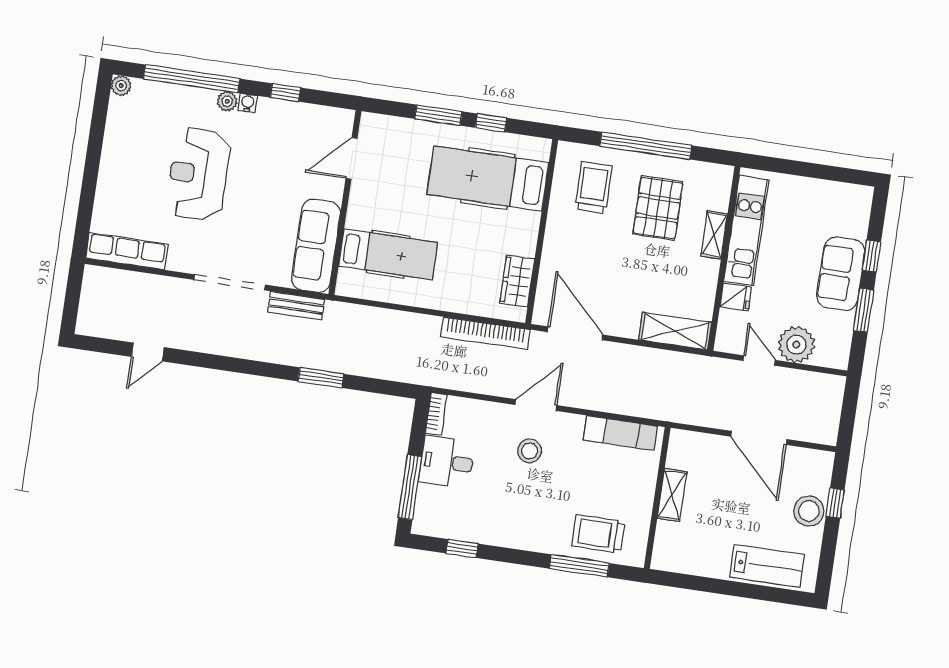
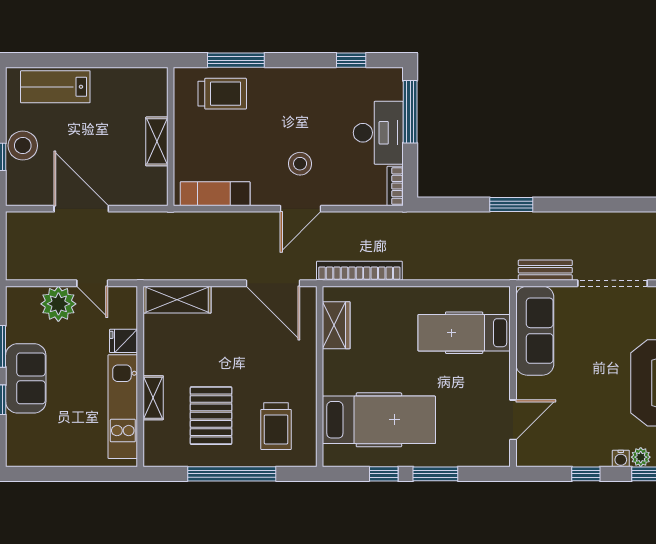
desk: (447, 462) -> (378, 133), width x1.37

